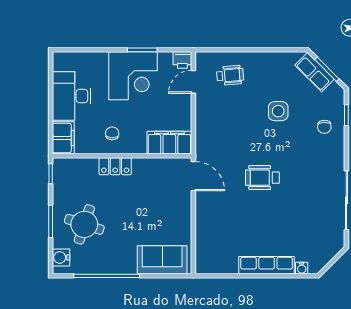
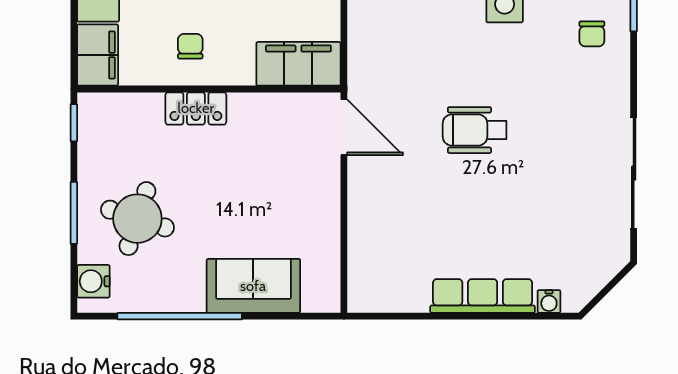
sofa: (162, 260) -> (253, 286), moved

